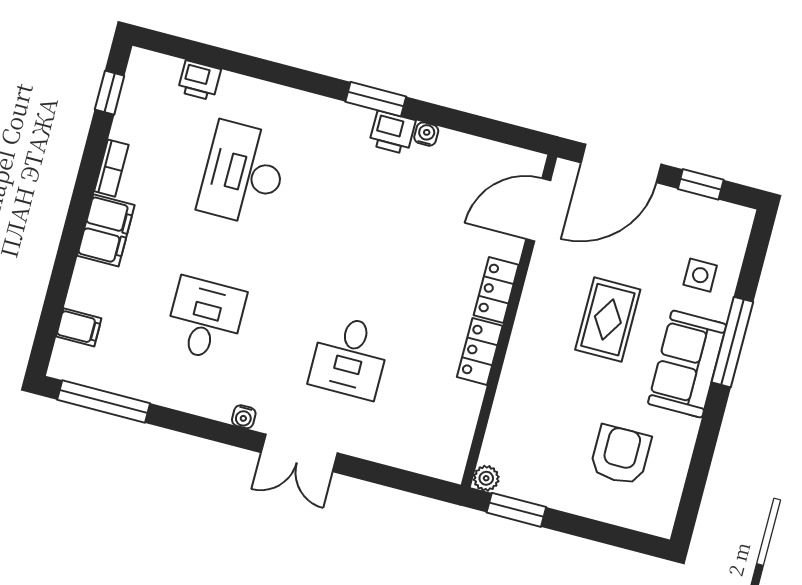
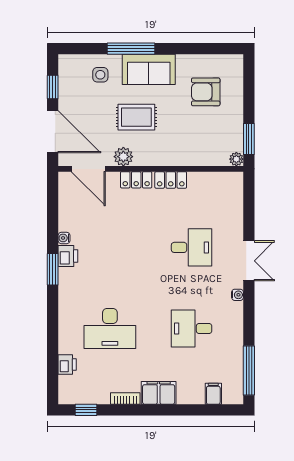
plant: (544, 278) -> (123, 157), added

